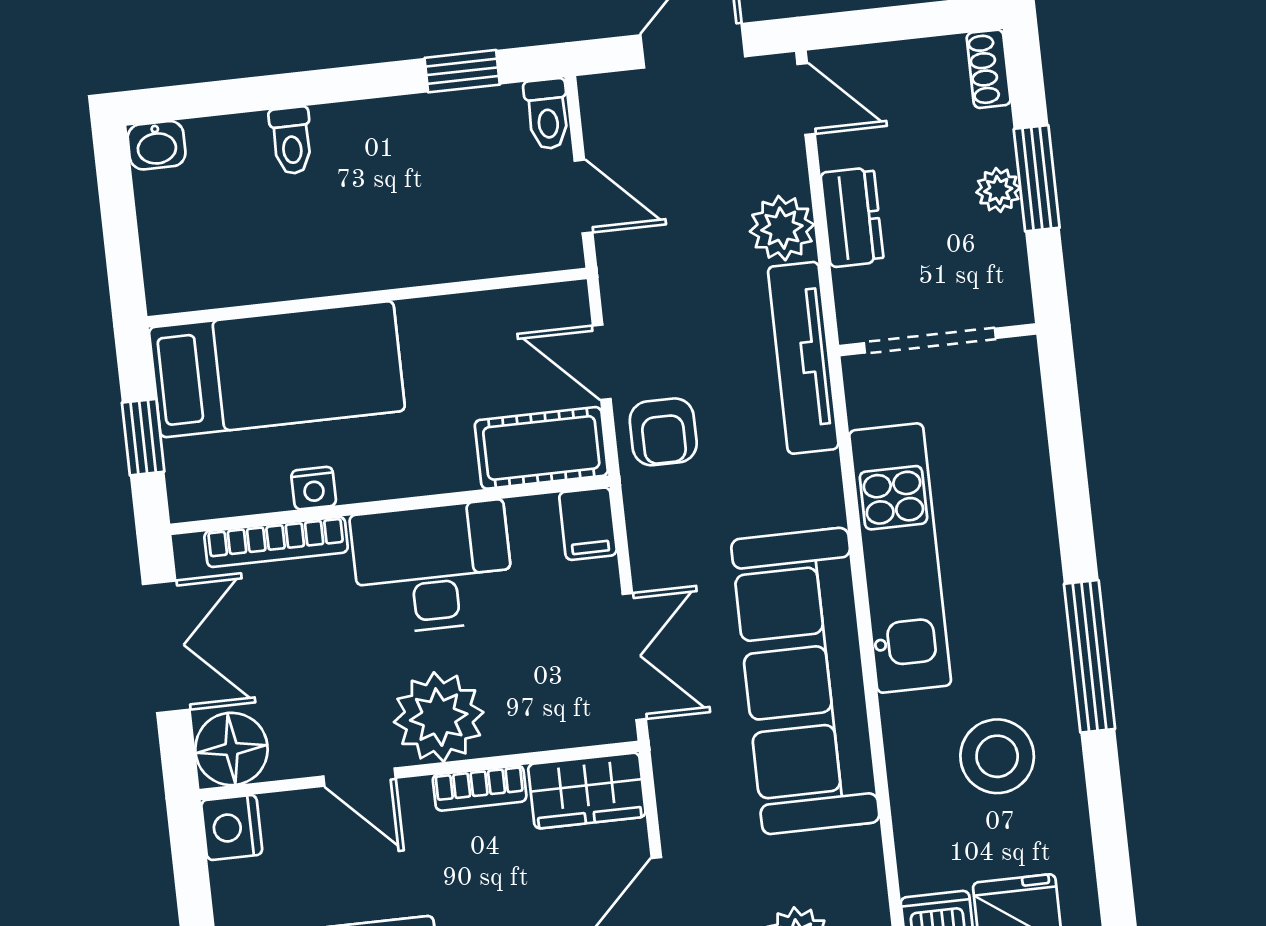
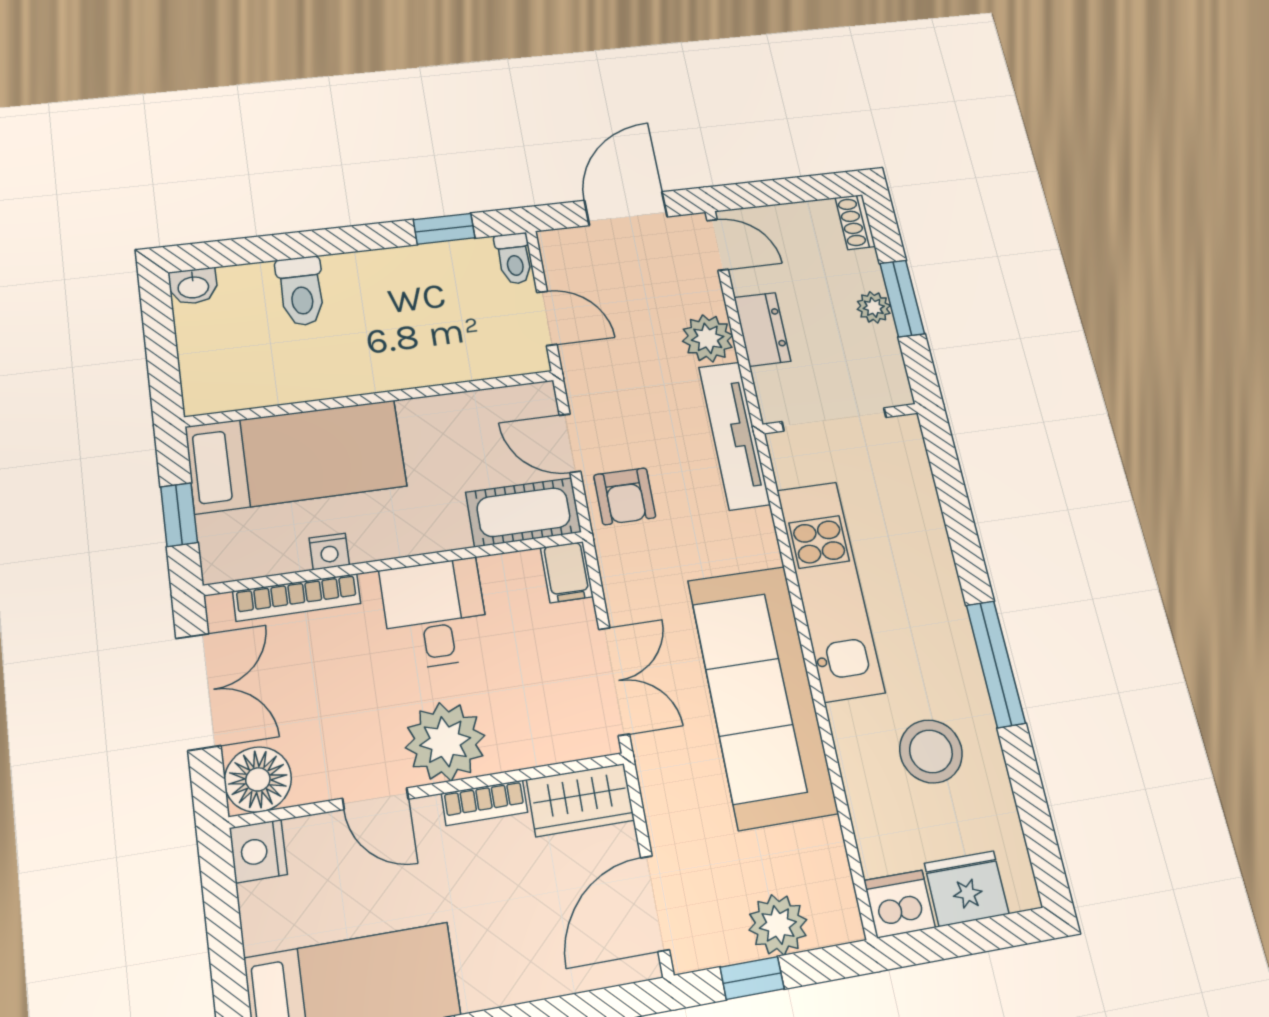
toilet: (291, 141) -> (301, 291), width x1.37, depth x1.39
desk: (433, 568) -> (435, 614), width x0.73

